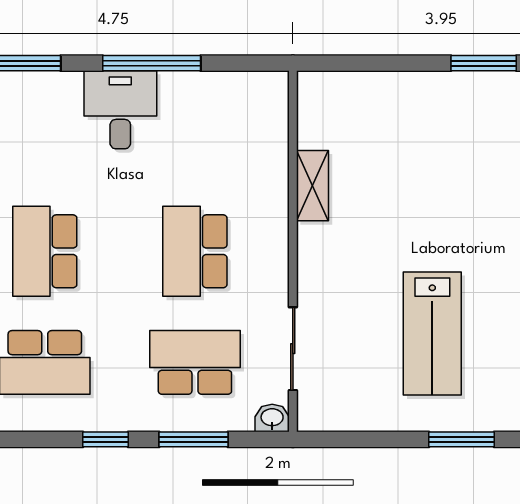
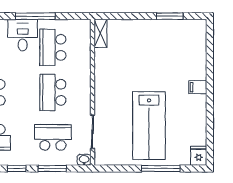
school desk: (195, 140) -> (53, 47), added
shelving: (312, 186) -> (100, 34), moved
lab bench: (432, 333) -> (149, 126), width x1.36, depth x1.39
window: (462, 439) -> (161, 169), width x1.44

